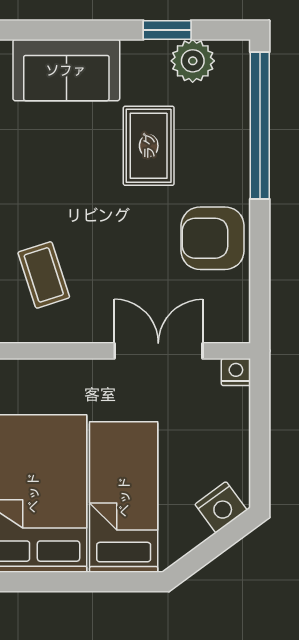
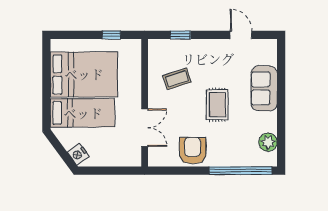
window: (167, 30) -> (281, 131), removed
rug: (149, 146) -> (217, 105), moved, turned 90
nightstand: (236, 372) -> (136, 161), removed

